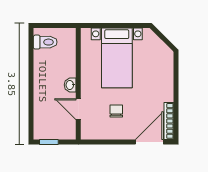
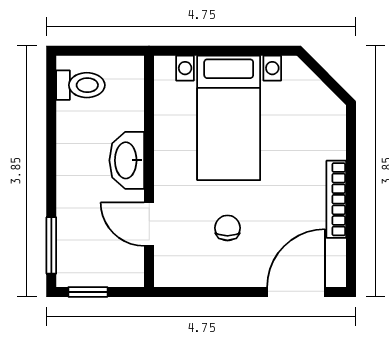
washbasin: (70, 85) -> (127, 160), width x1.91, depth x1.45
window: (31, 120) -> (51, 245), added
bookcase: (169, 121) -> (336, 199), moved

